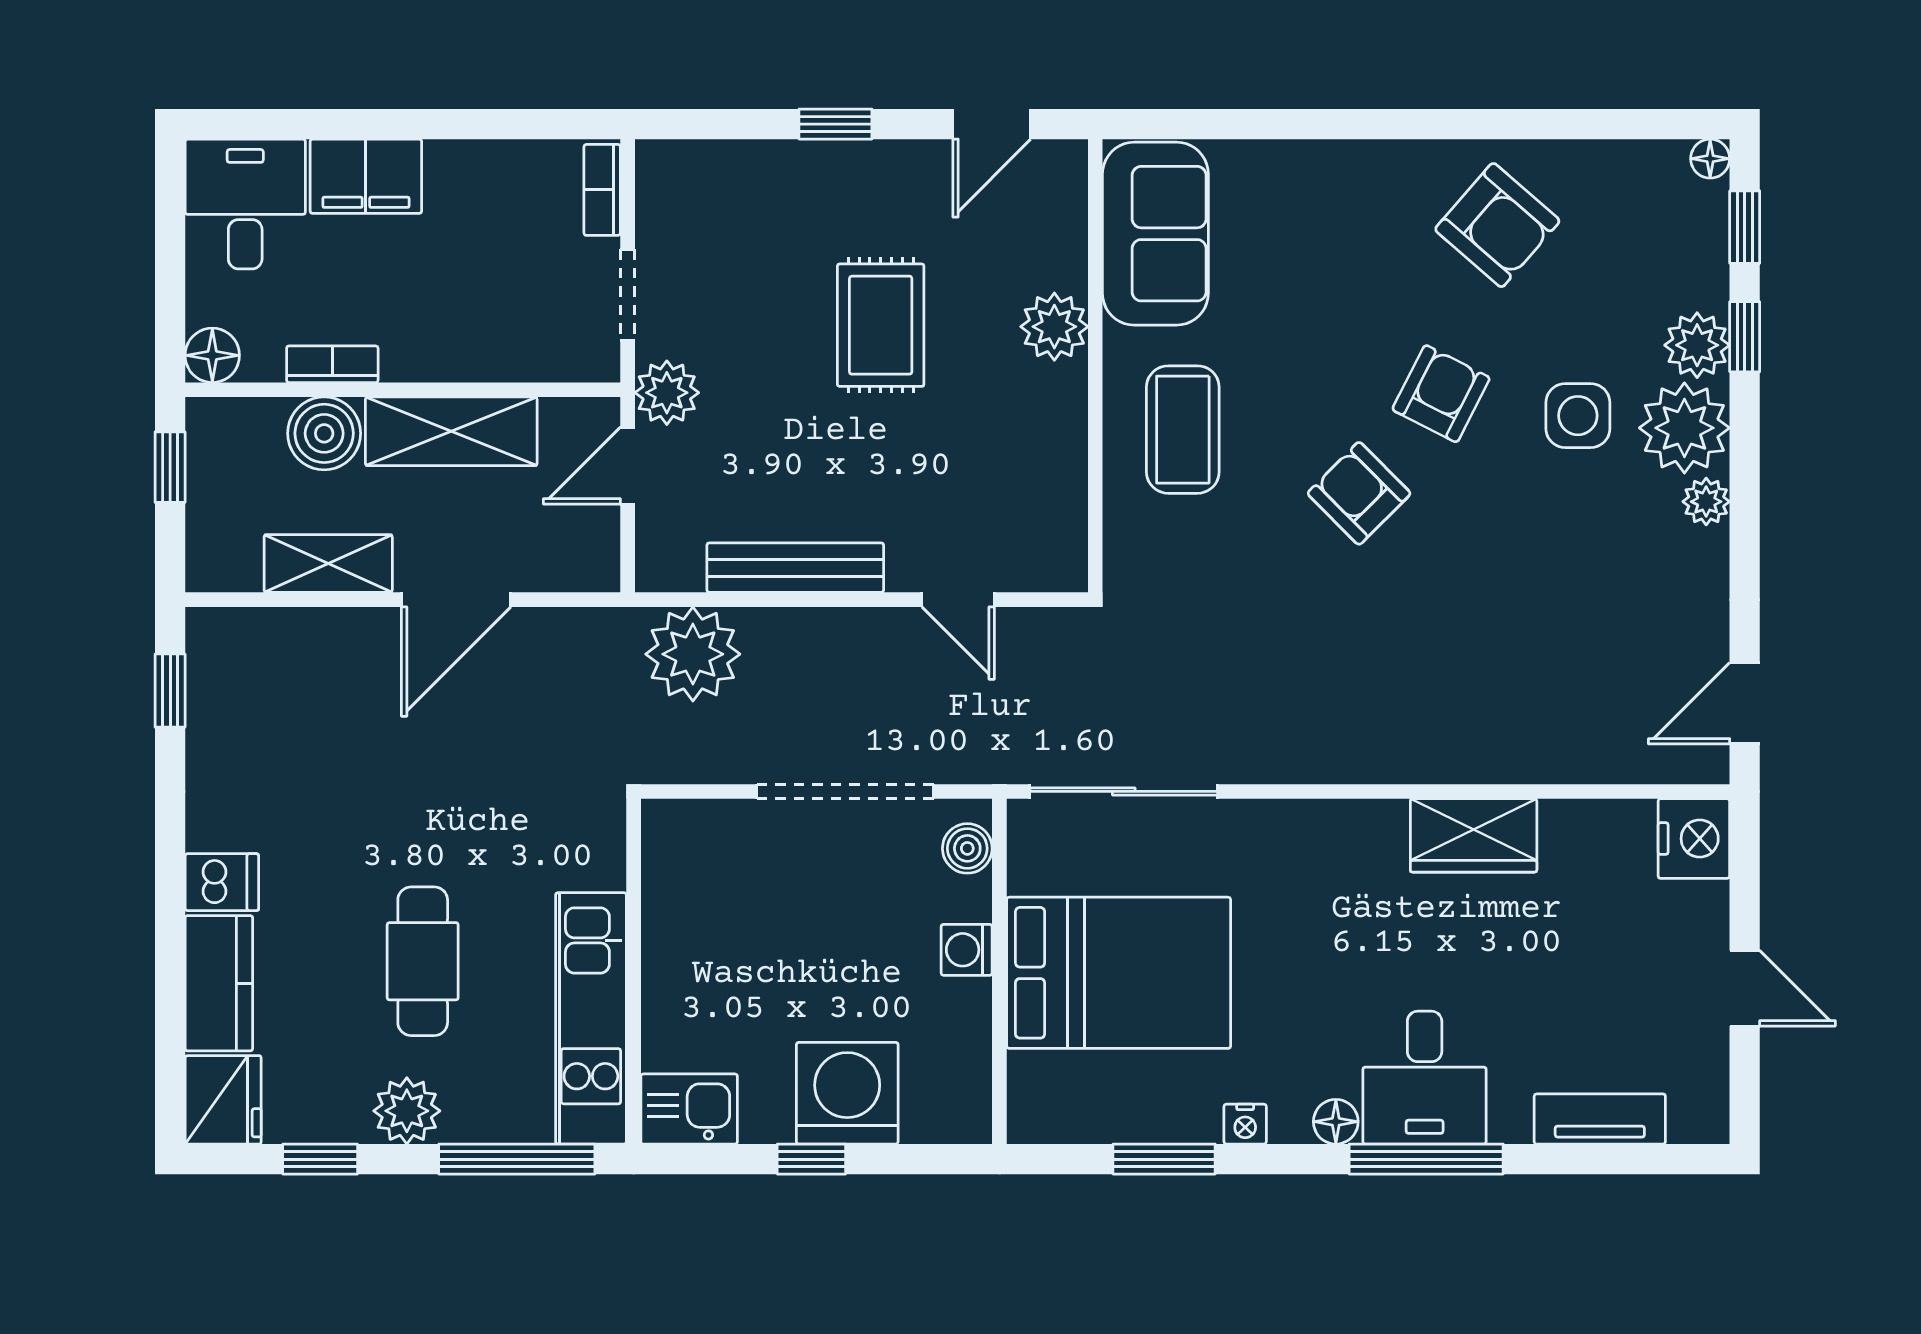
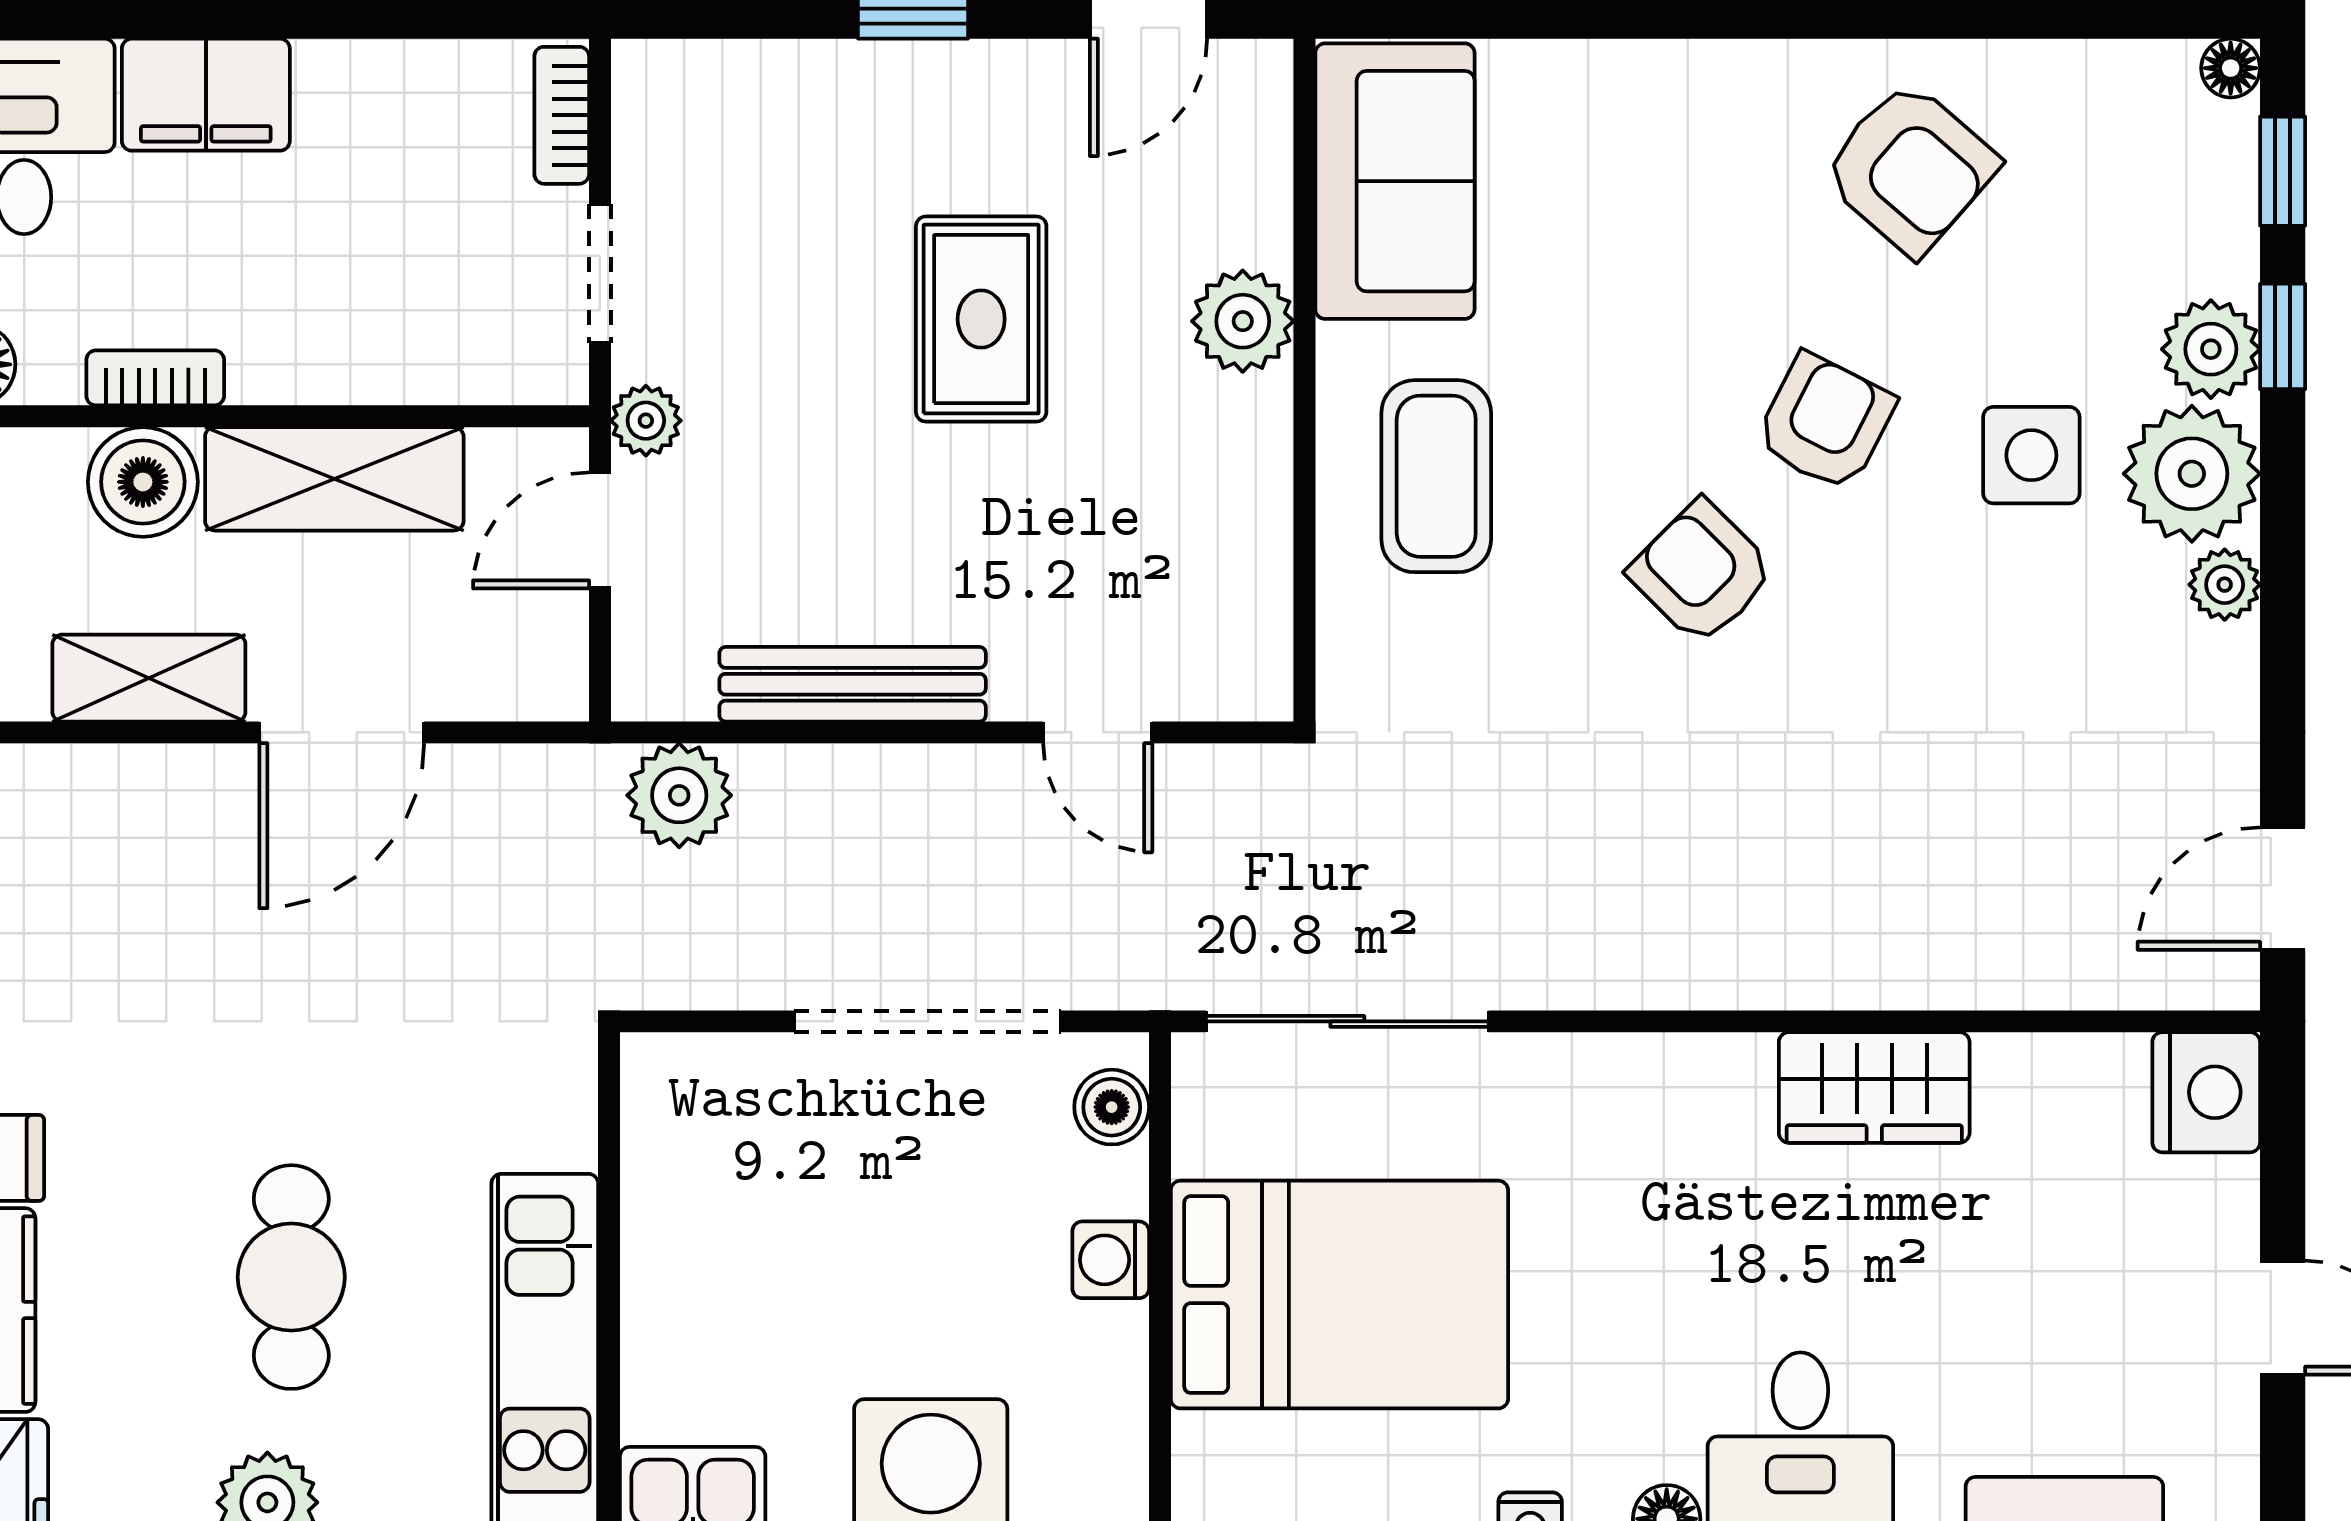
plant: (667, 393) -> (646, 421), width x0.73, depth x0.73
plant: (693, 654) -> (679, 795), width x0.73, depth x0.73

